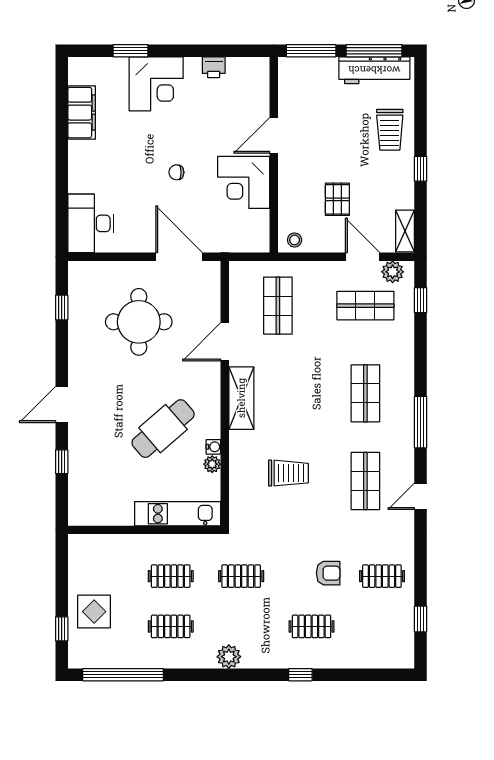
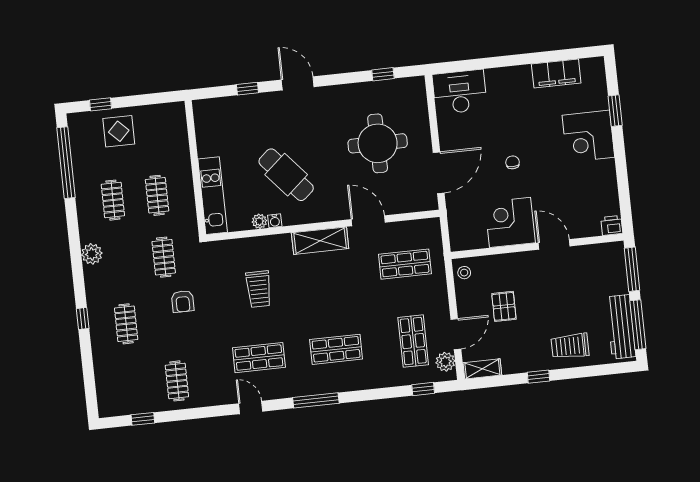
printer: (214, 67) -> (612, 225), moved, turned 90
pallet: (337, 199) -> (504, 306), turned 90
armchair: (328, 573) -> (183, 301), moved

